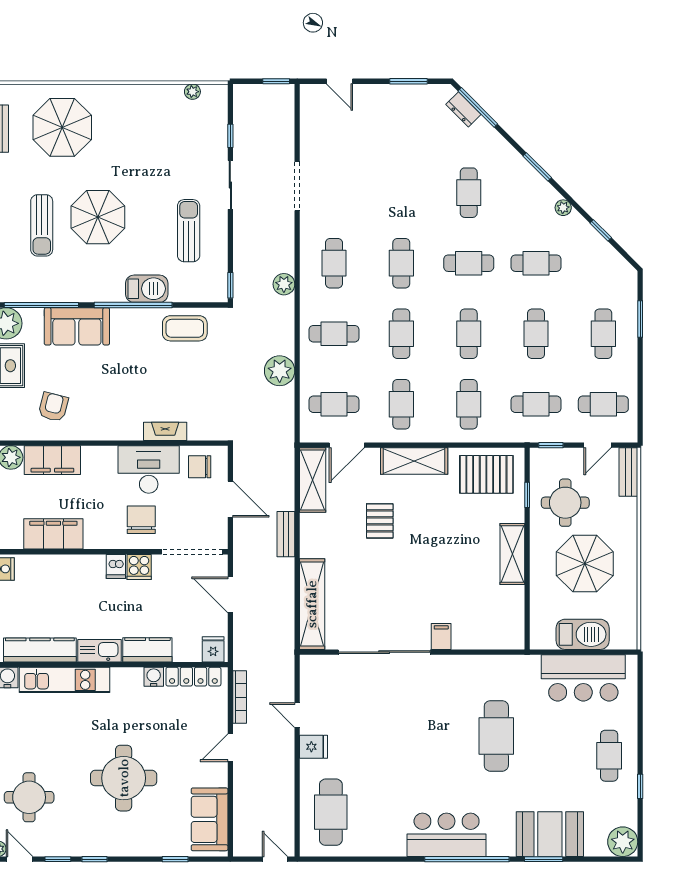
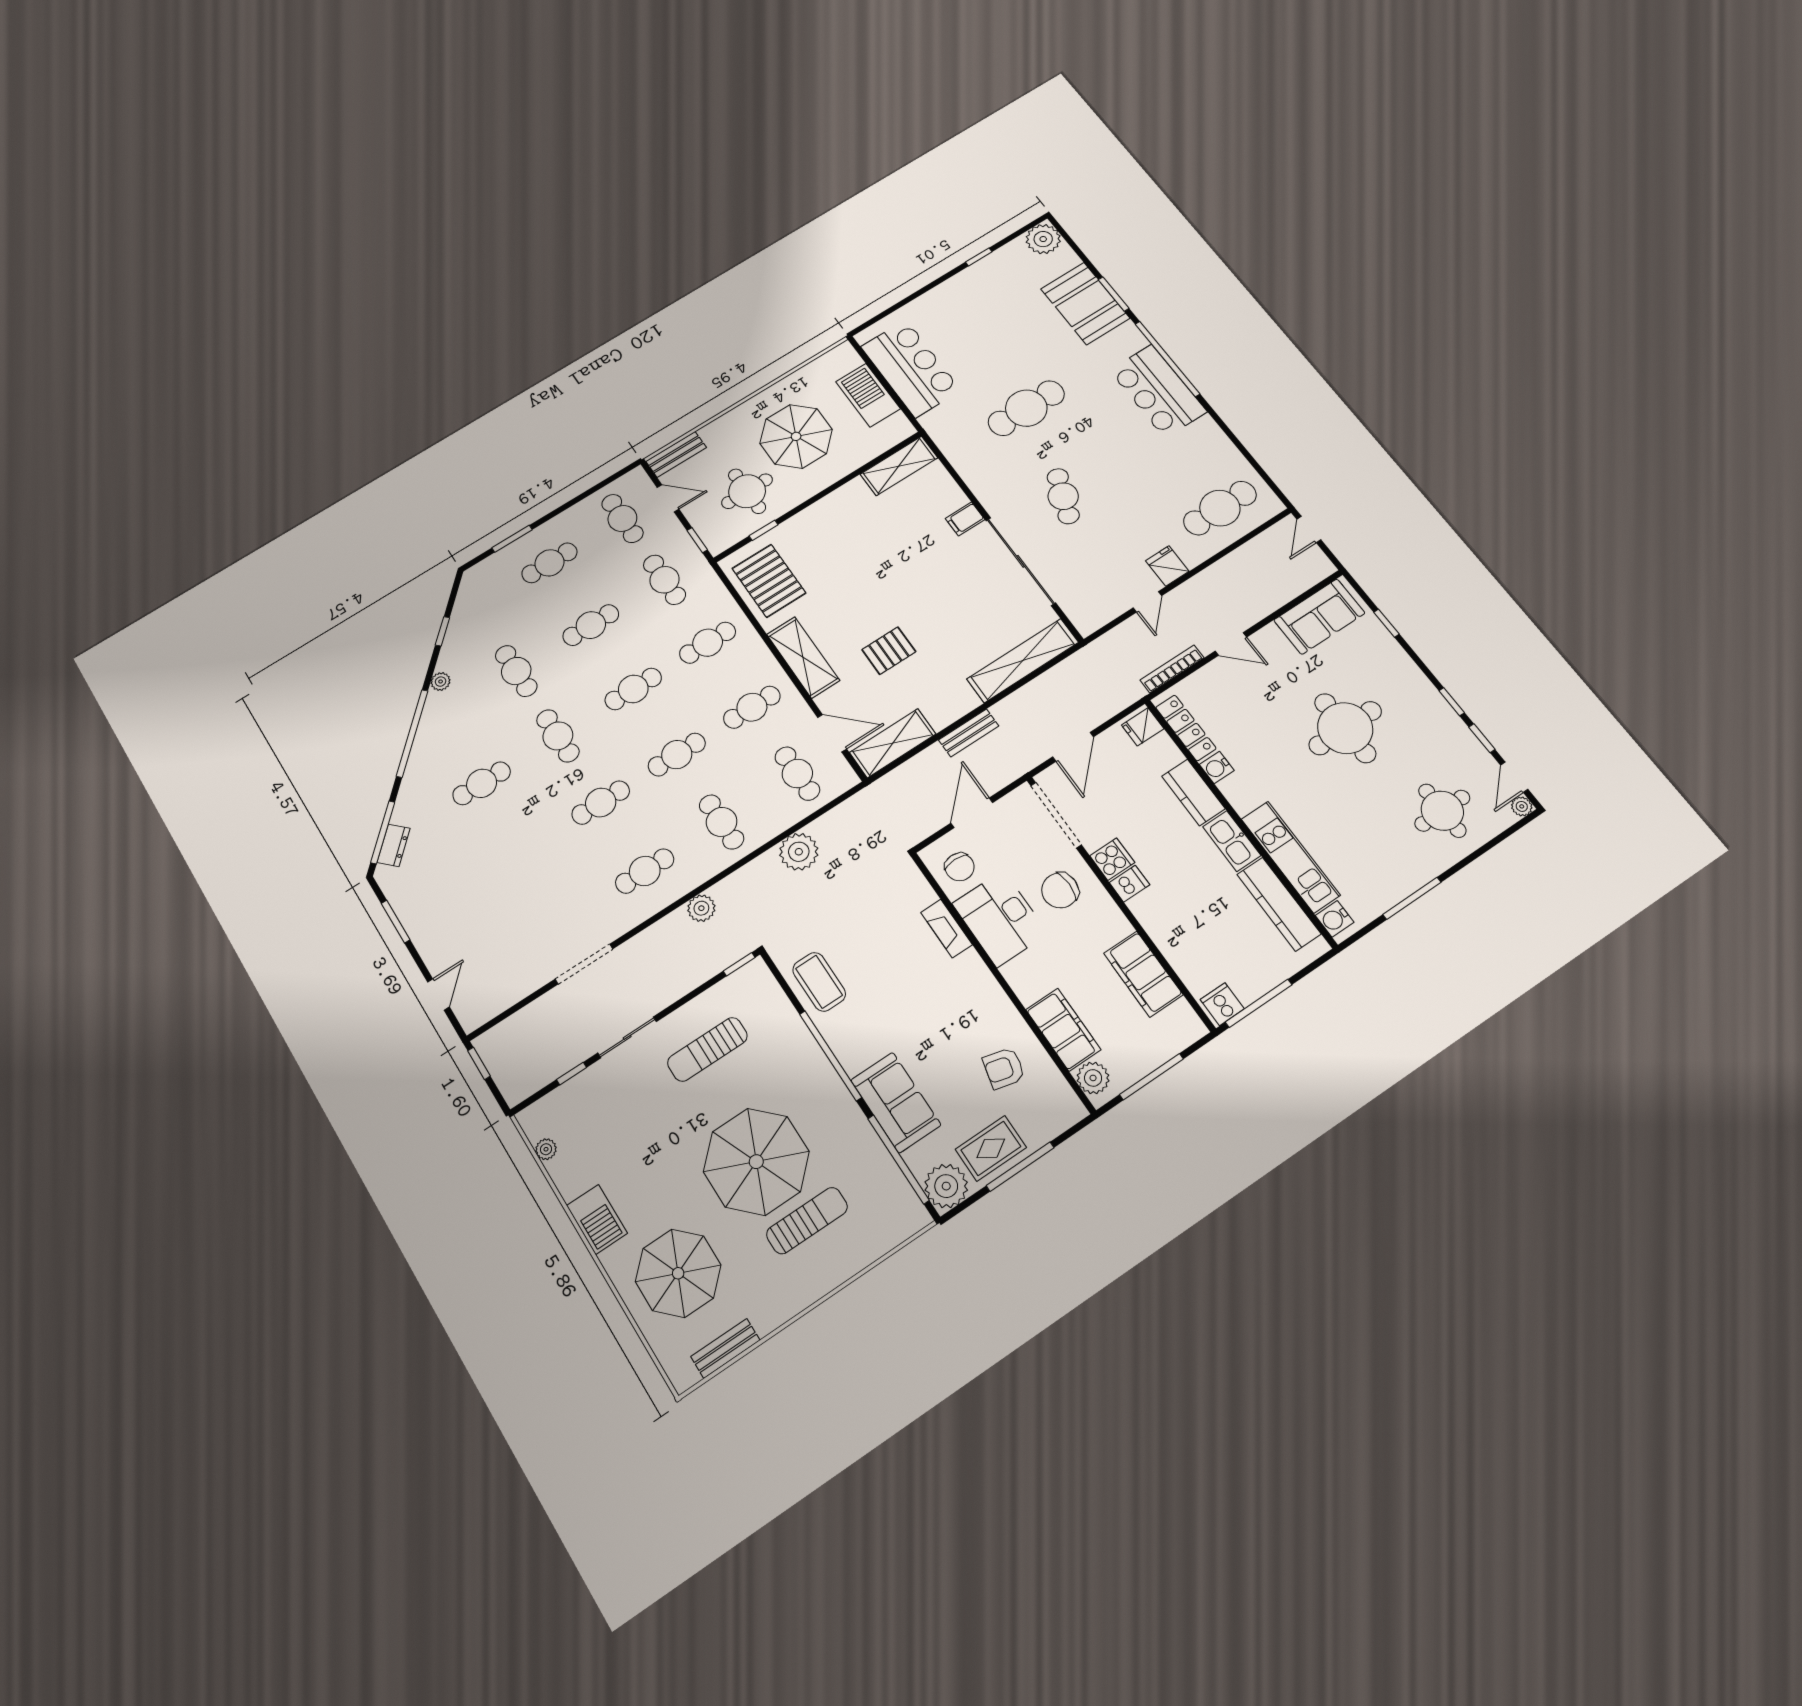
window: (537, 167) -> (412, 733), width x2.11
parasol: (98, 217) -> (756, 1162), width x1.36, depth x1.36
barbecue: (147, 289) -> (597, 1219), moved, turned 180
shelving: (512, 554) -> (899, 466), moved
cafe table: (609, 756) -> (1063, 496), moved, turned -69

